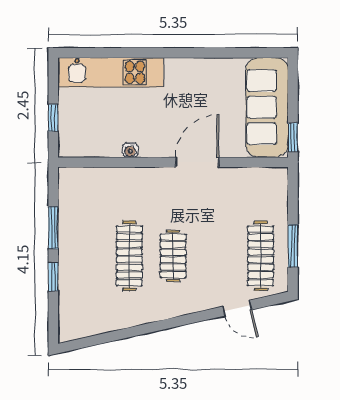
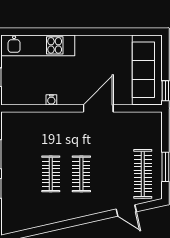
clothes rail: (129, 256) -> (51, 174), width x0.73

